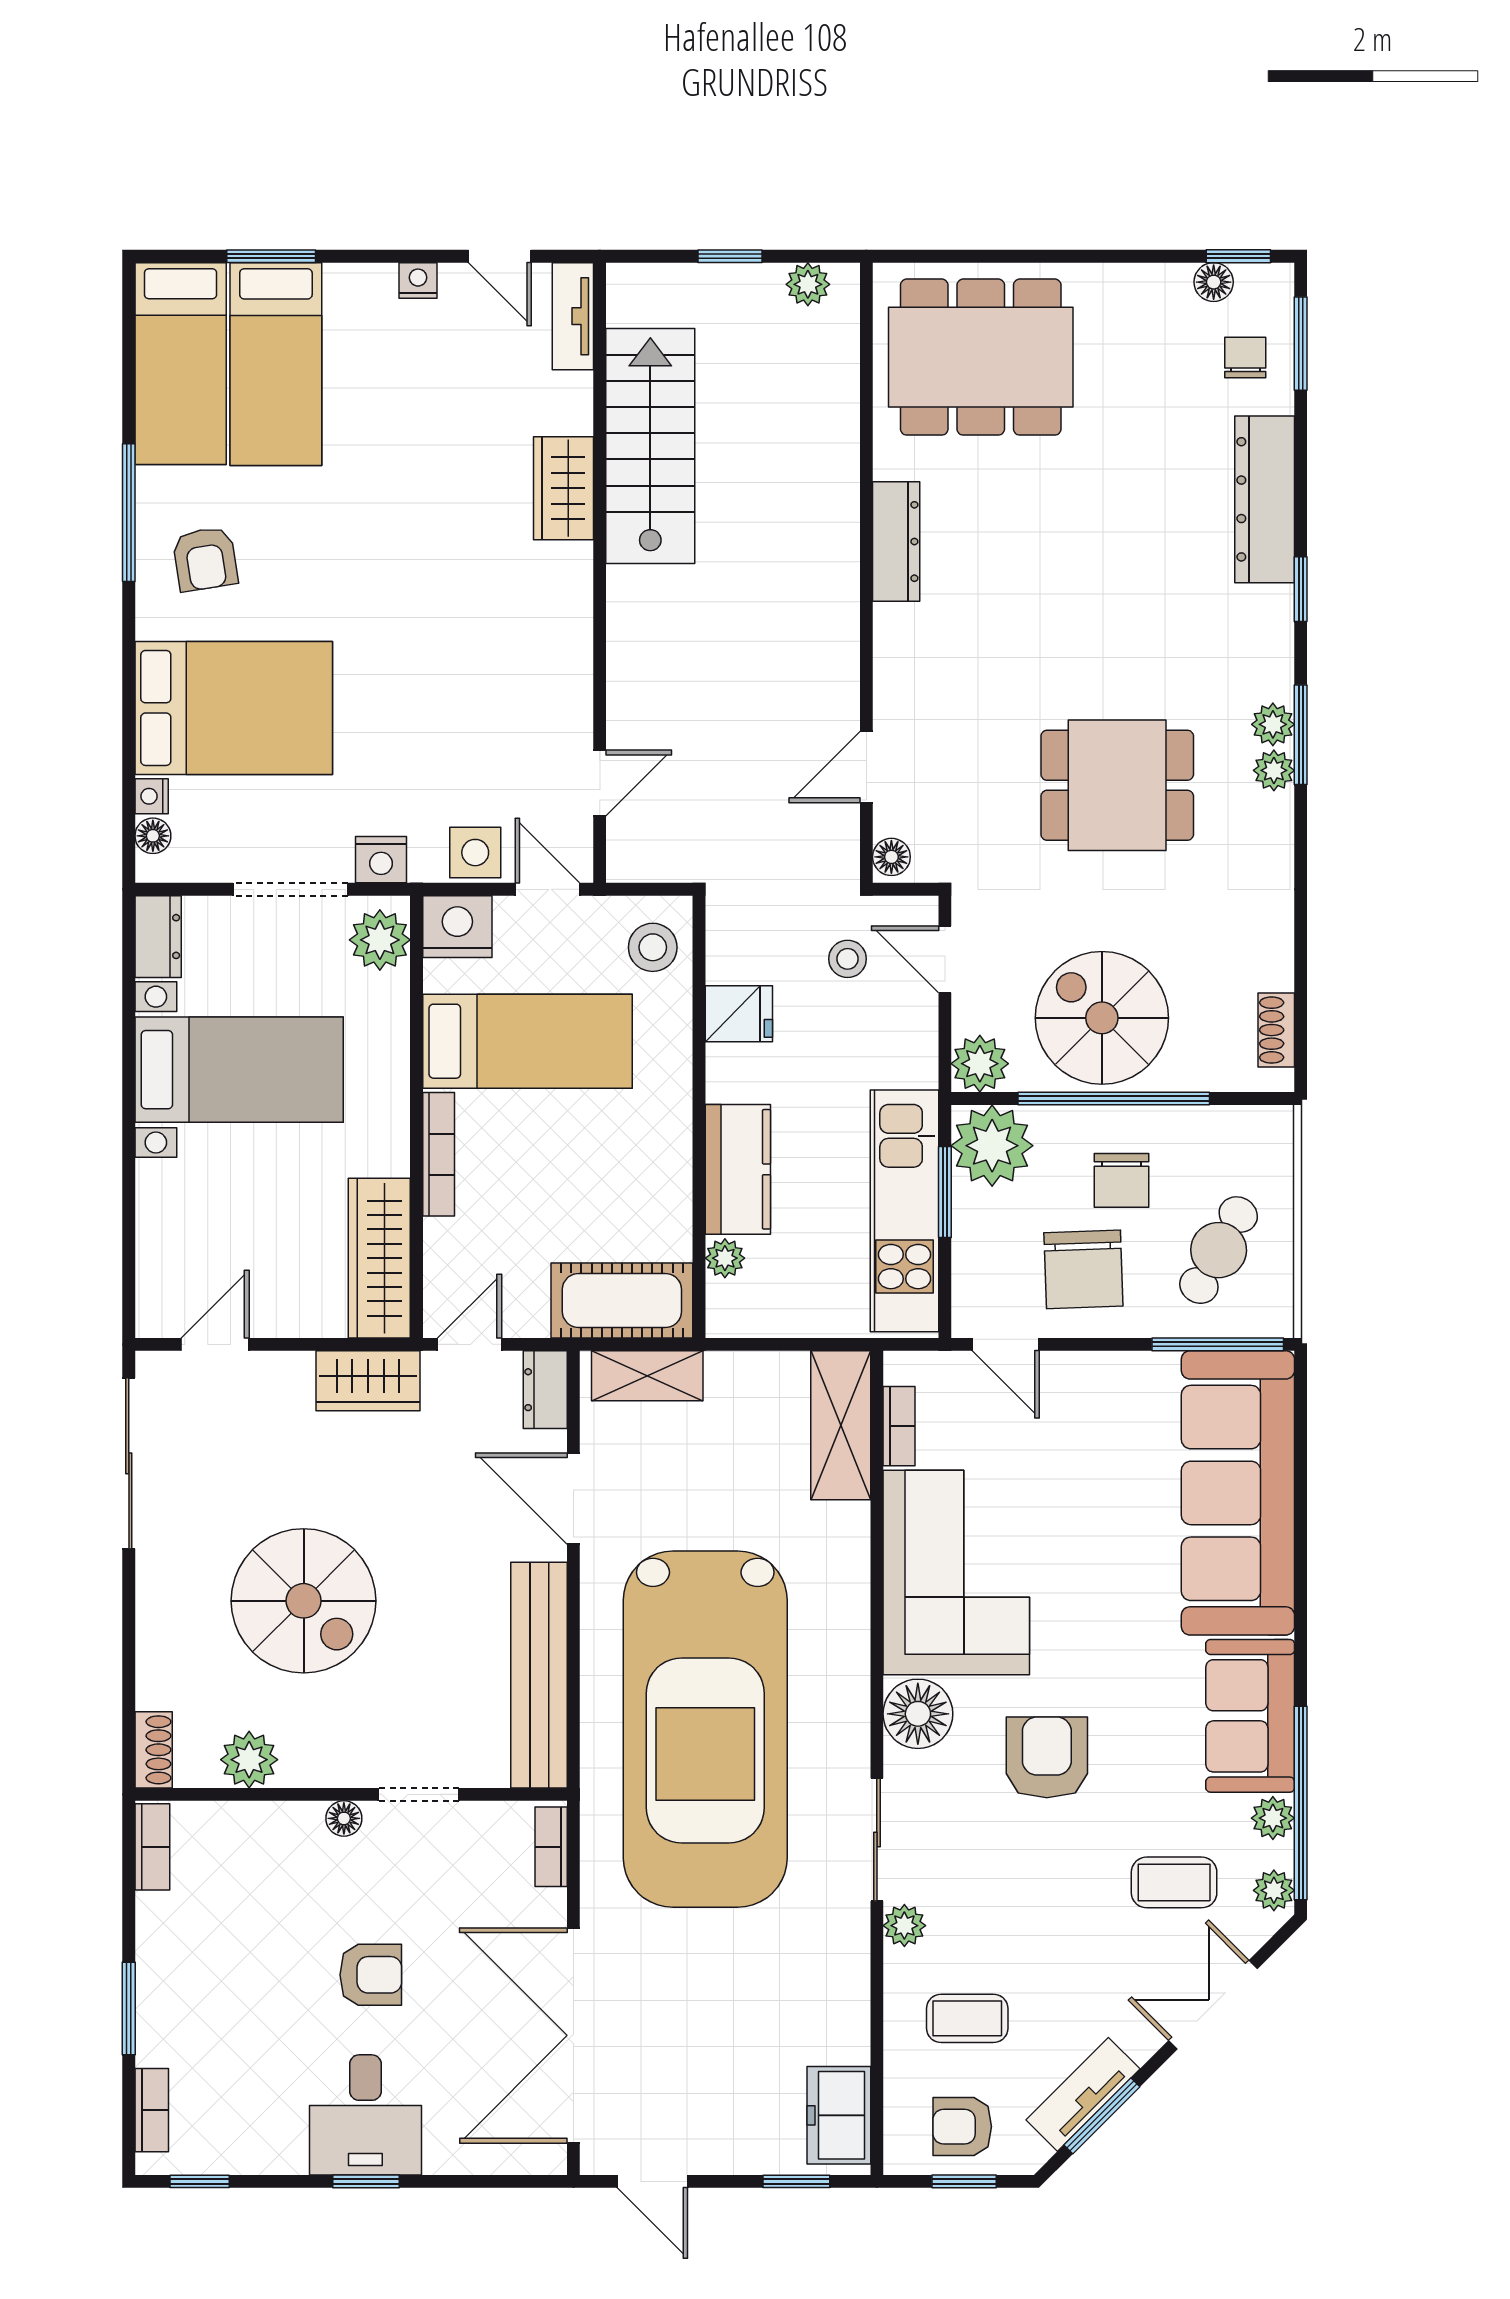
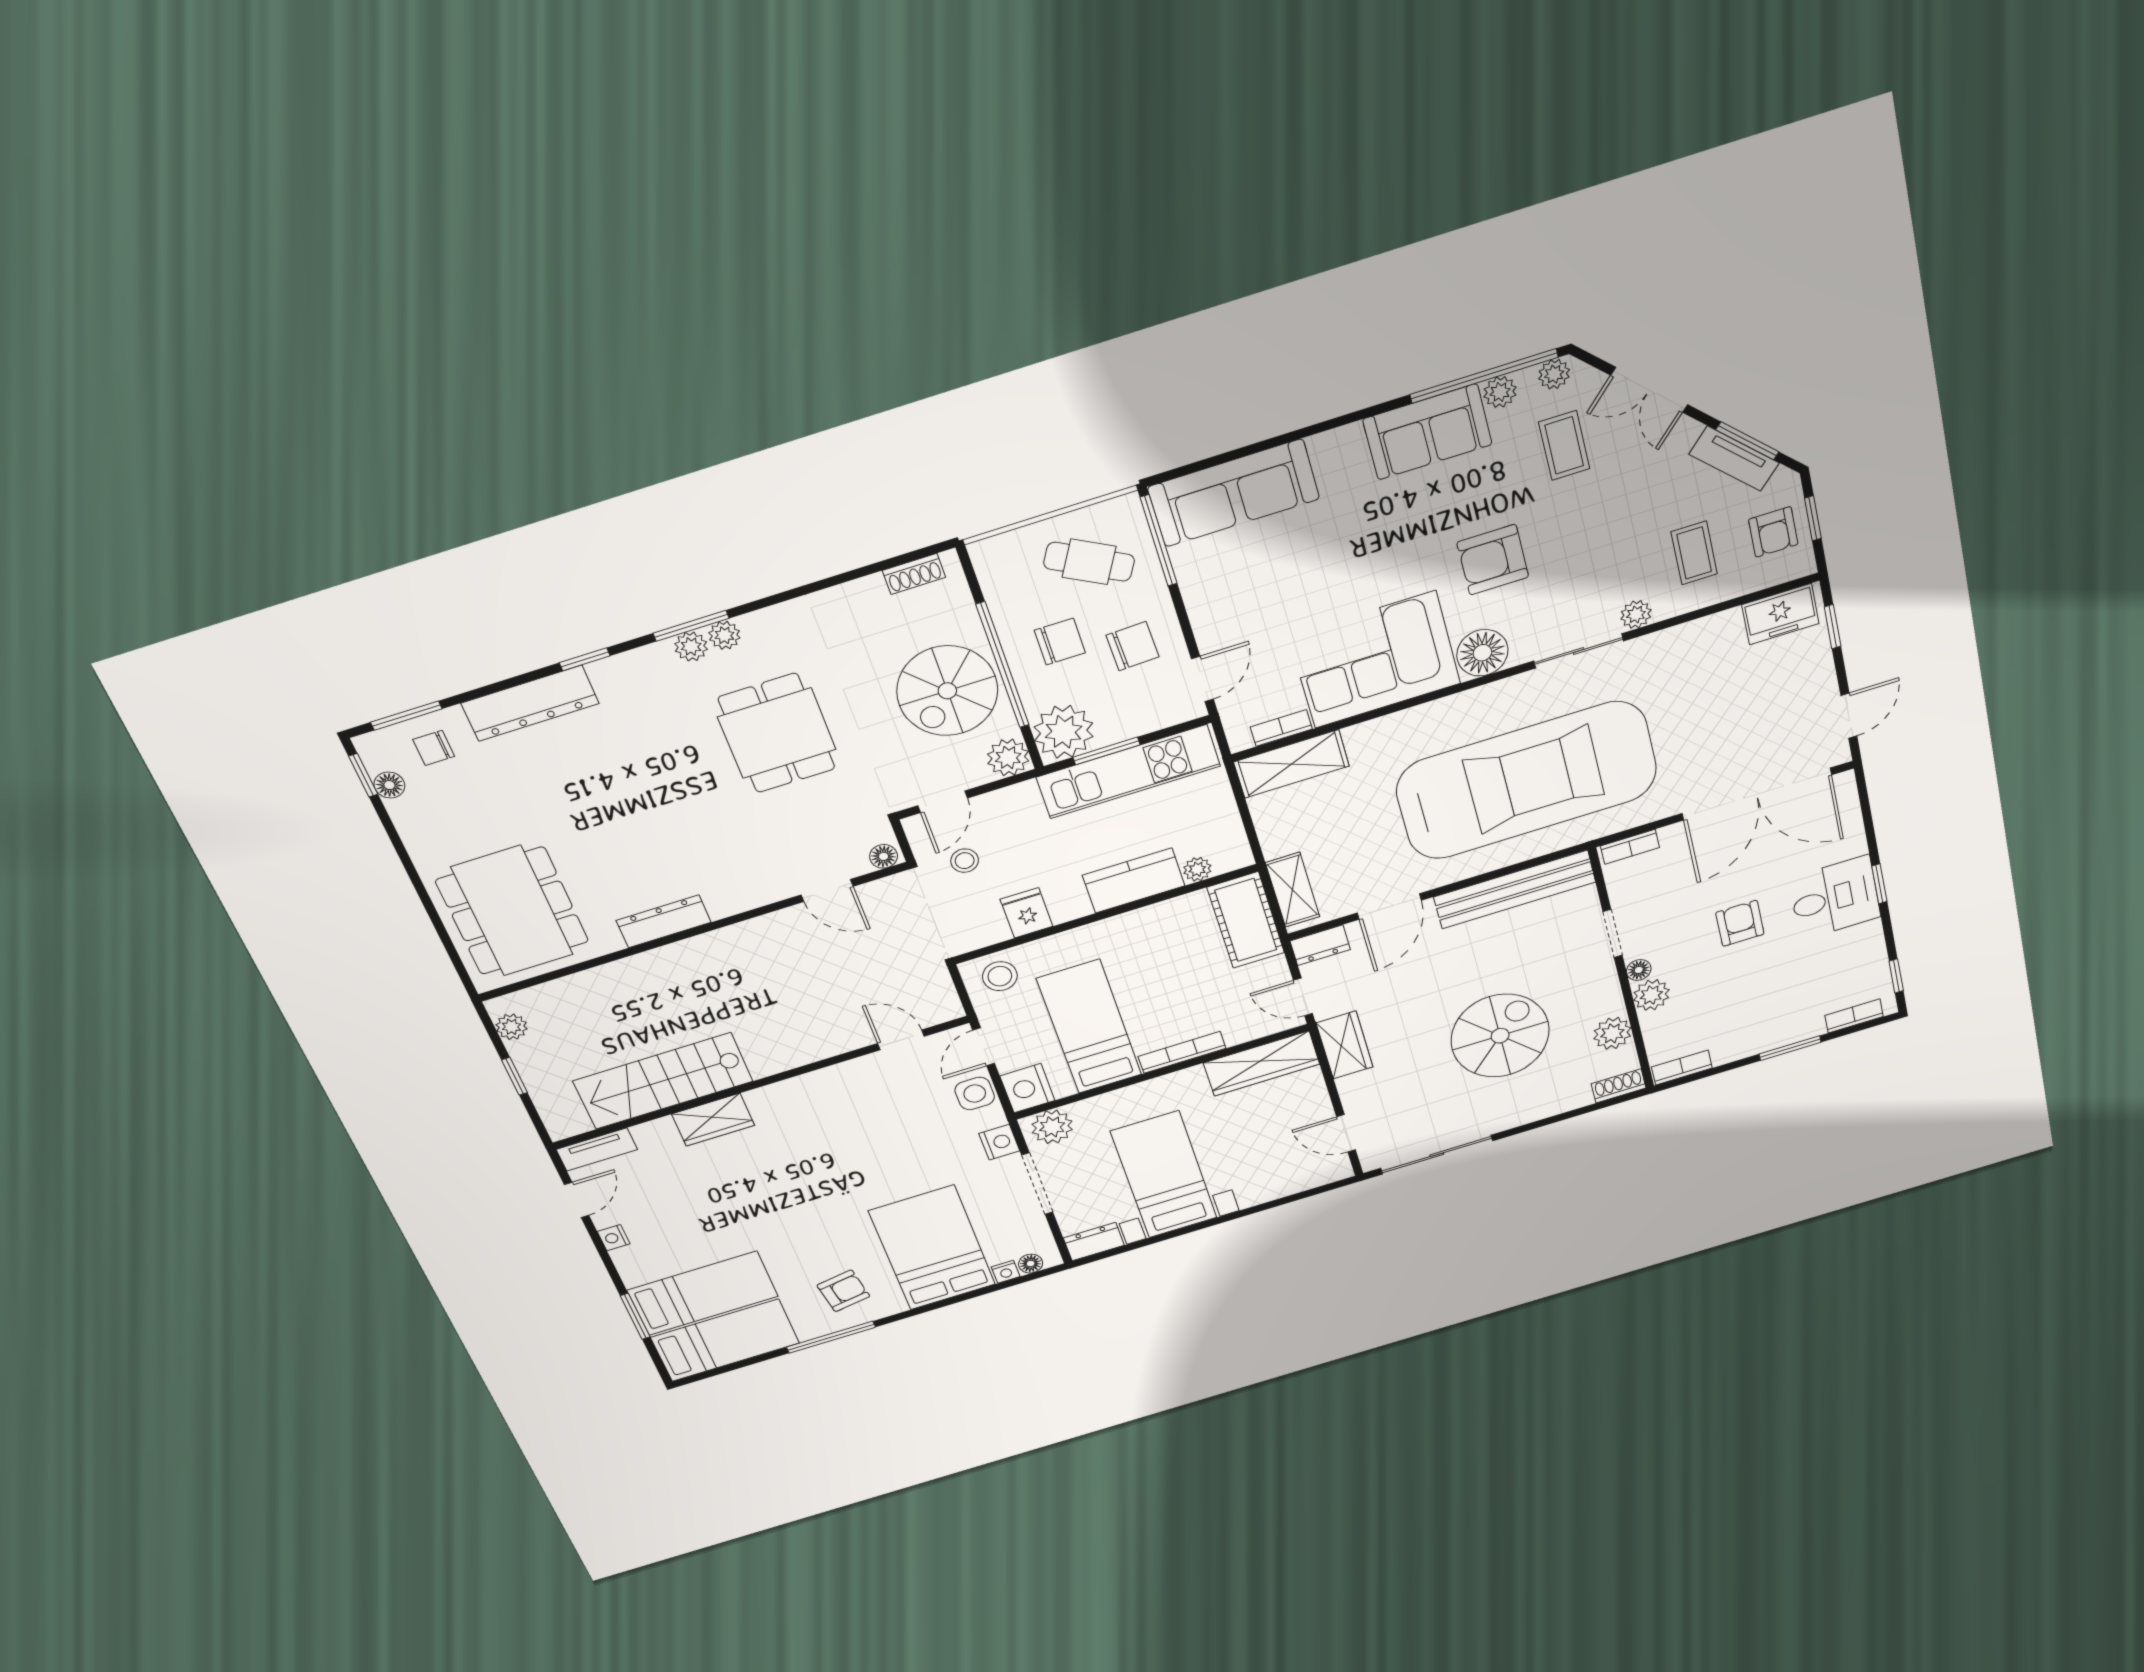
chair: (1083, 1269) -> (1132, 646), width x0.73, depth x0.73
sofa: (1238, 1493) -> (1234, 493), width x0.74, depth x0.79
plant: (295, 1828) -> (1651, 995), added

